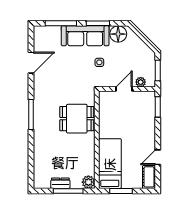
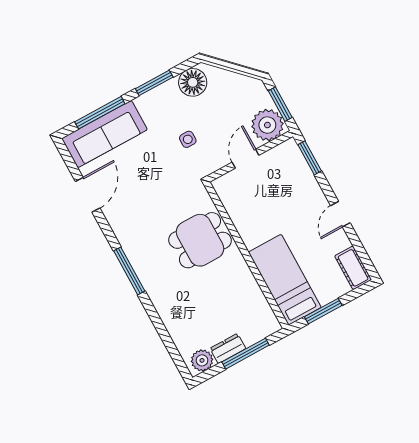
sofa: (85, 36) -> (104, 134), moved
plant: (141, 82) -> (267, 125), width x1.87, depth x1.87
door: (158, 157) -> (340, 214), moved
plant: (88, 182) -> (202, 360), moved

